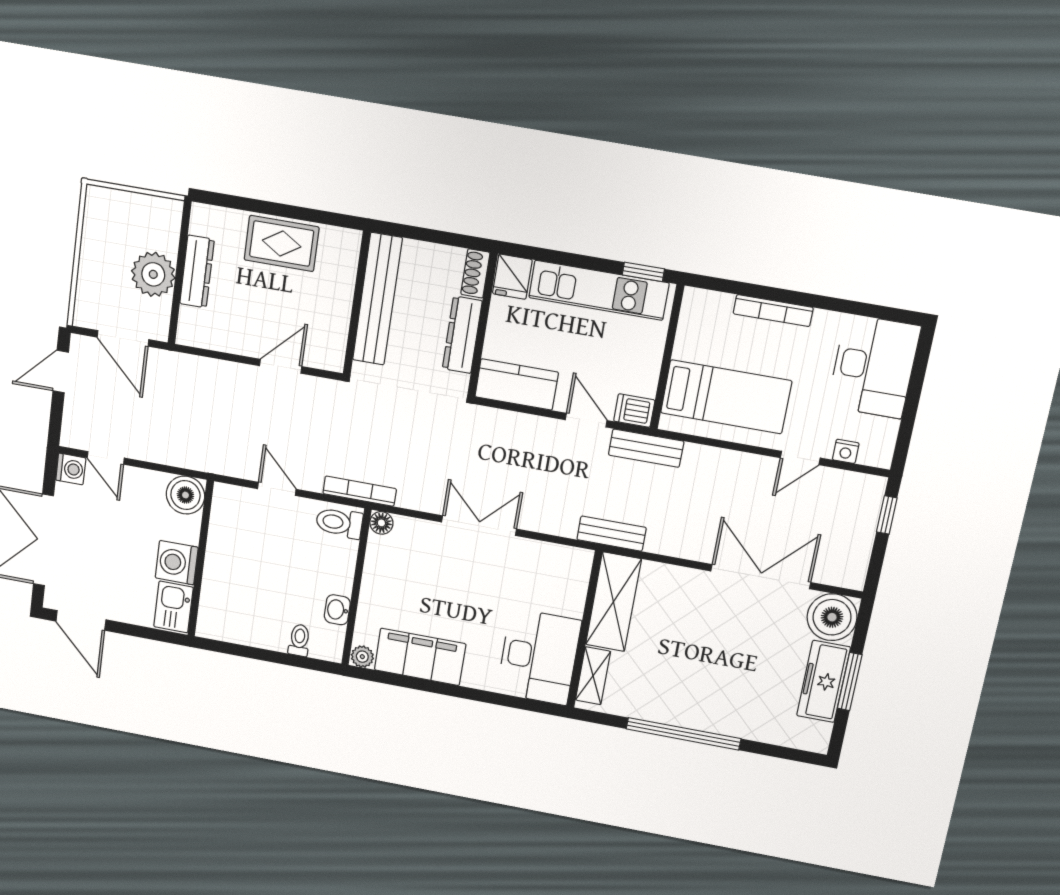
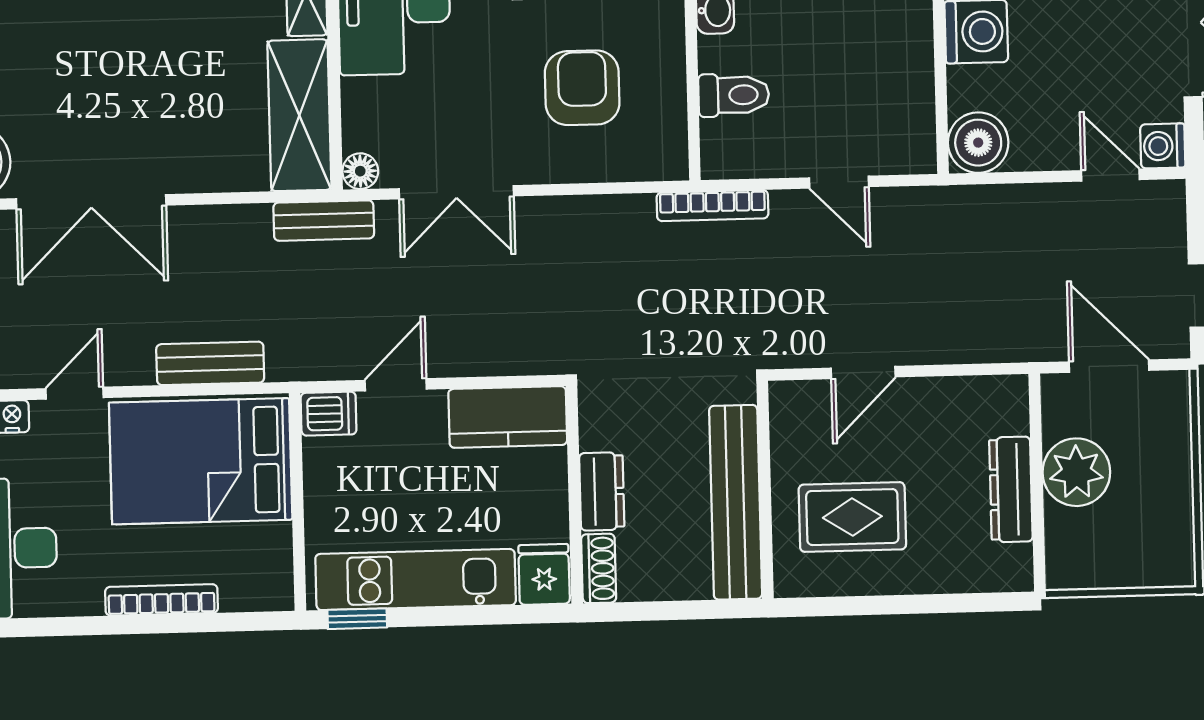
rug: (282, 244) -> (852, 517), moved
dresser: (462, 335) -> (602, 491), width x0.70
bed: (726, 397) -> (201, 461), width x1.50
door: (586, 420) -> (396, 385), swing flipped
bench: (646, 448) -> (210, 363), moved
toilet: (339, 523) -> (734, 95), moved
floor lamp: (381, 523) -> (360, 171), moved
double door: (479, 526) -> (456, 192), moved
armchair: (429, 581) -> (582, 88), added

